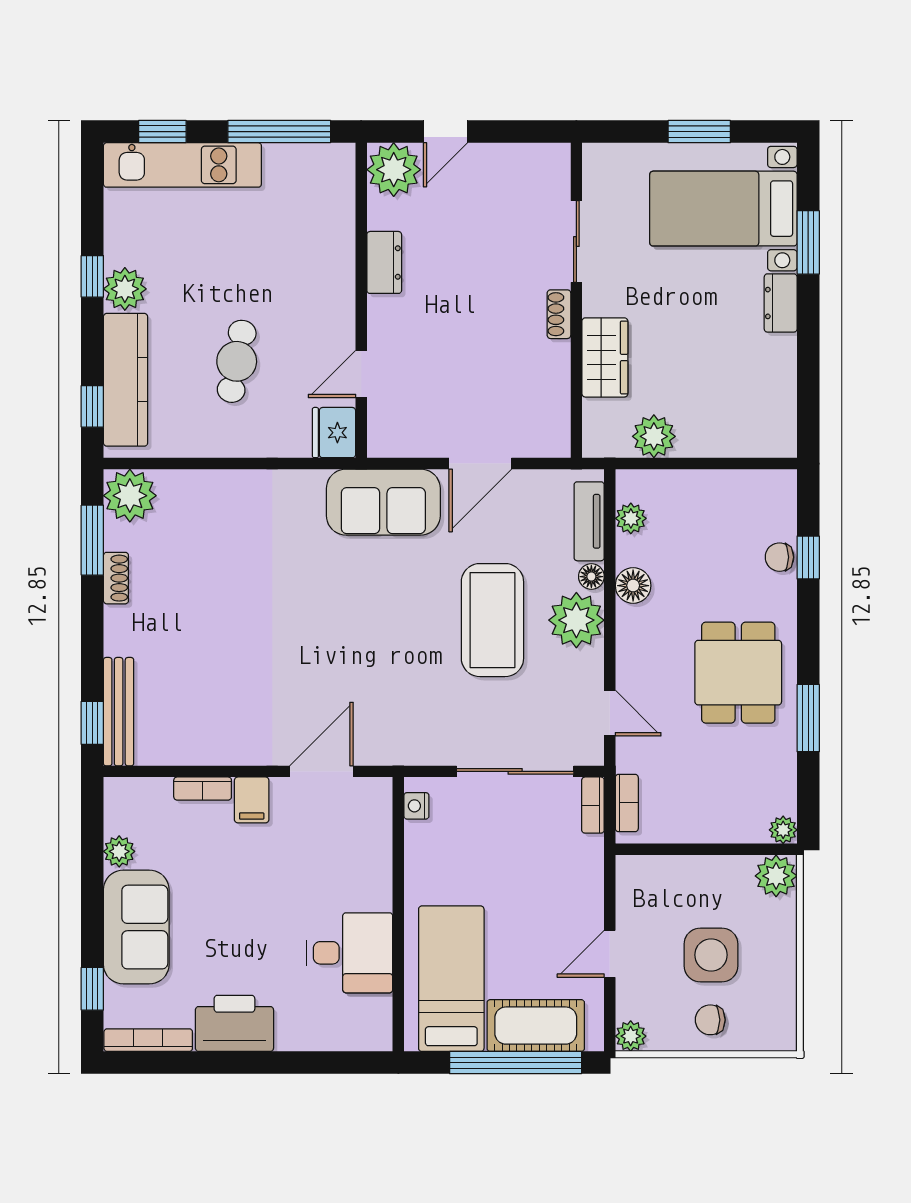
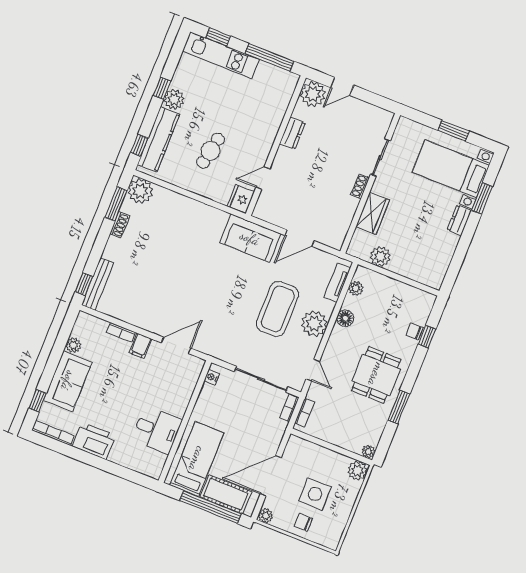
floor lamp: (591, 577) -> (329, 307), removed
door: (610, 954) -> (271, 476), width x1.88

